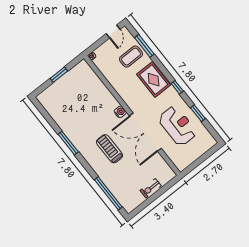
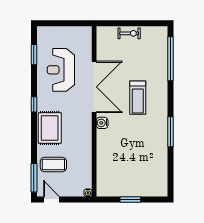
door: (113, 31) -> (52, 199), hinge flipped
window: (144, 46) -> (34, 178), moved
window: (198, 113) -> (34, 55), moved

